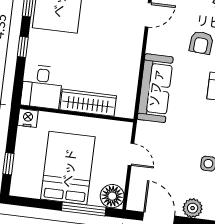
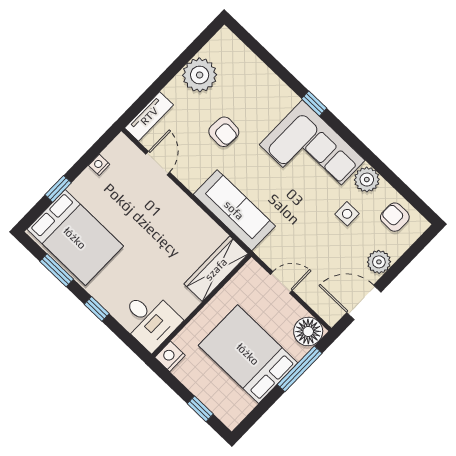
wardrobe: (88, 103) -> (216, 269), moved

